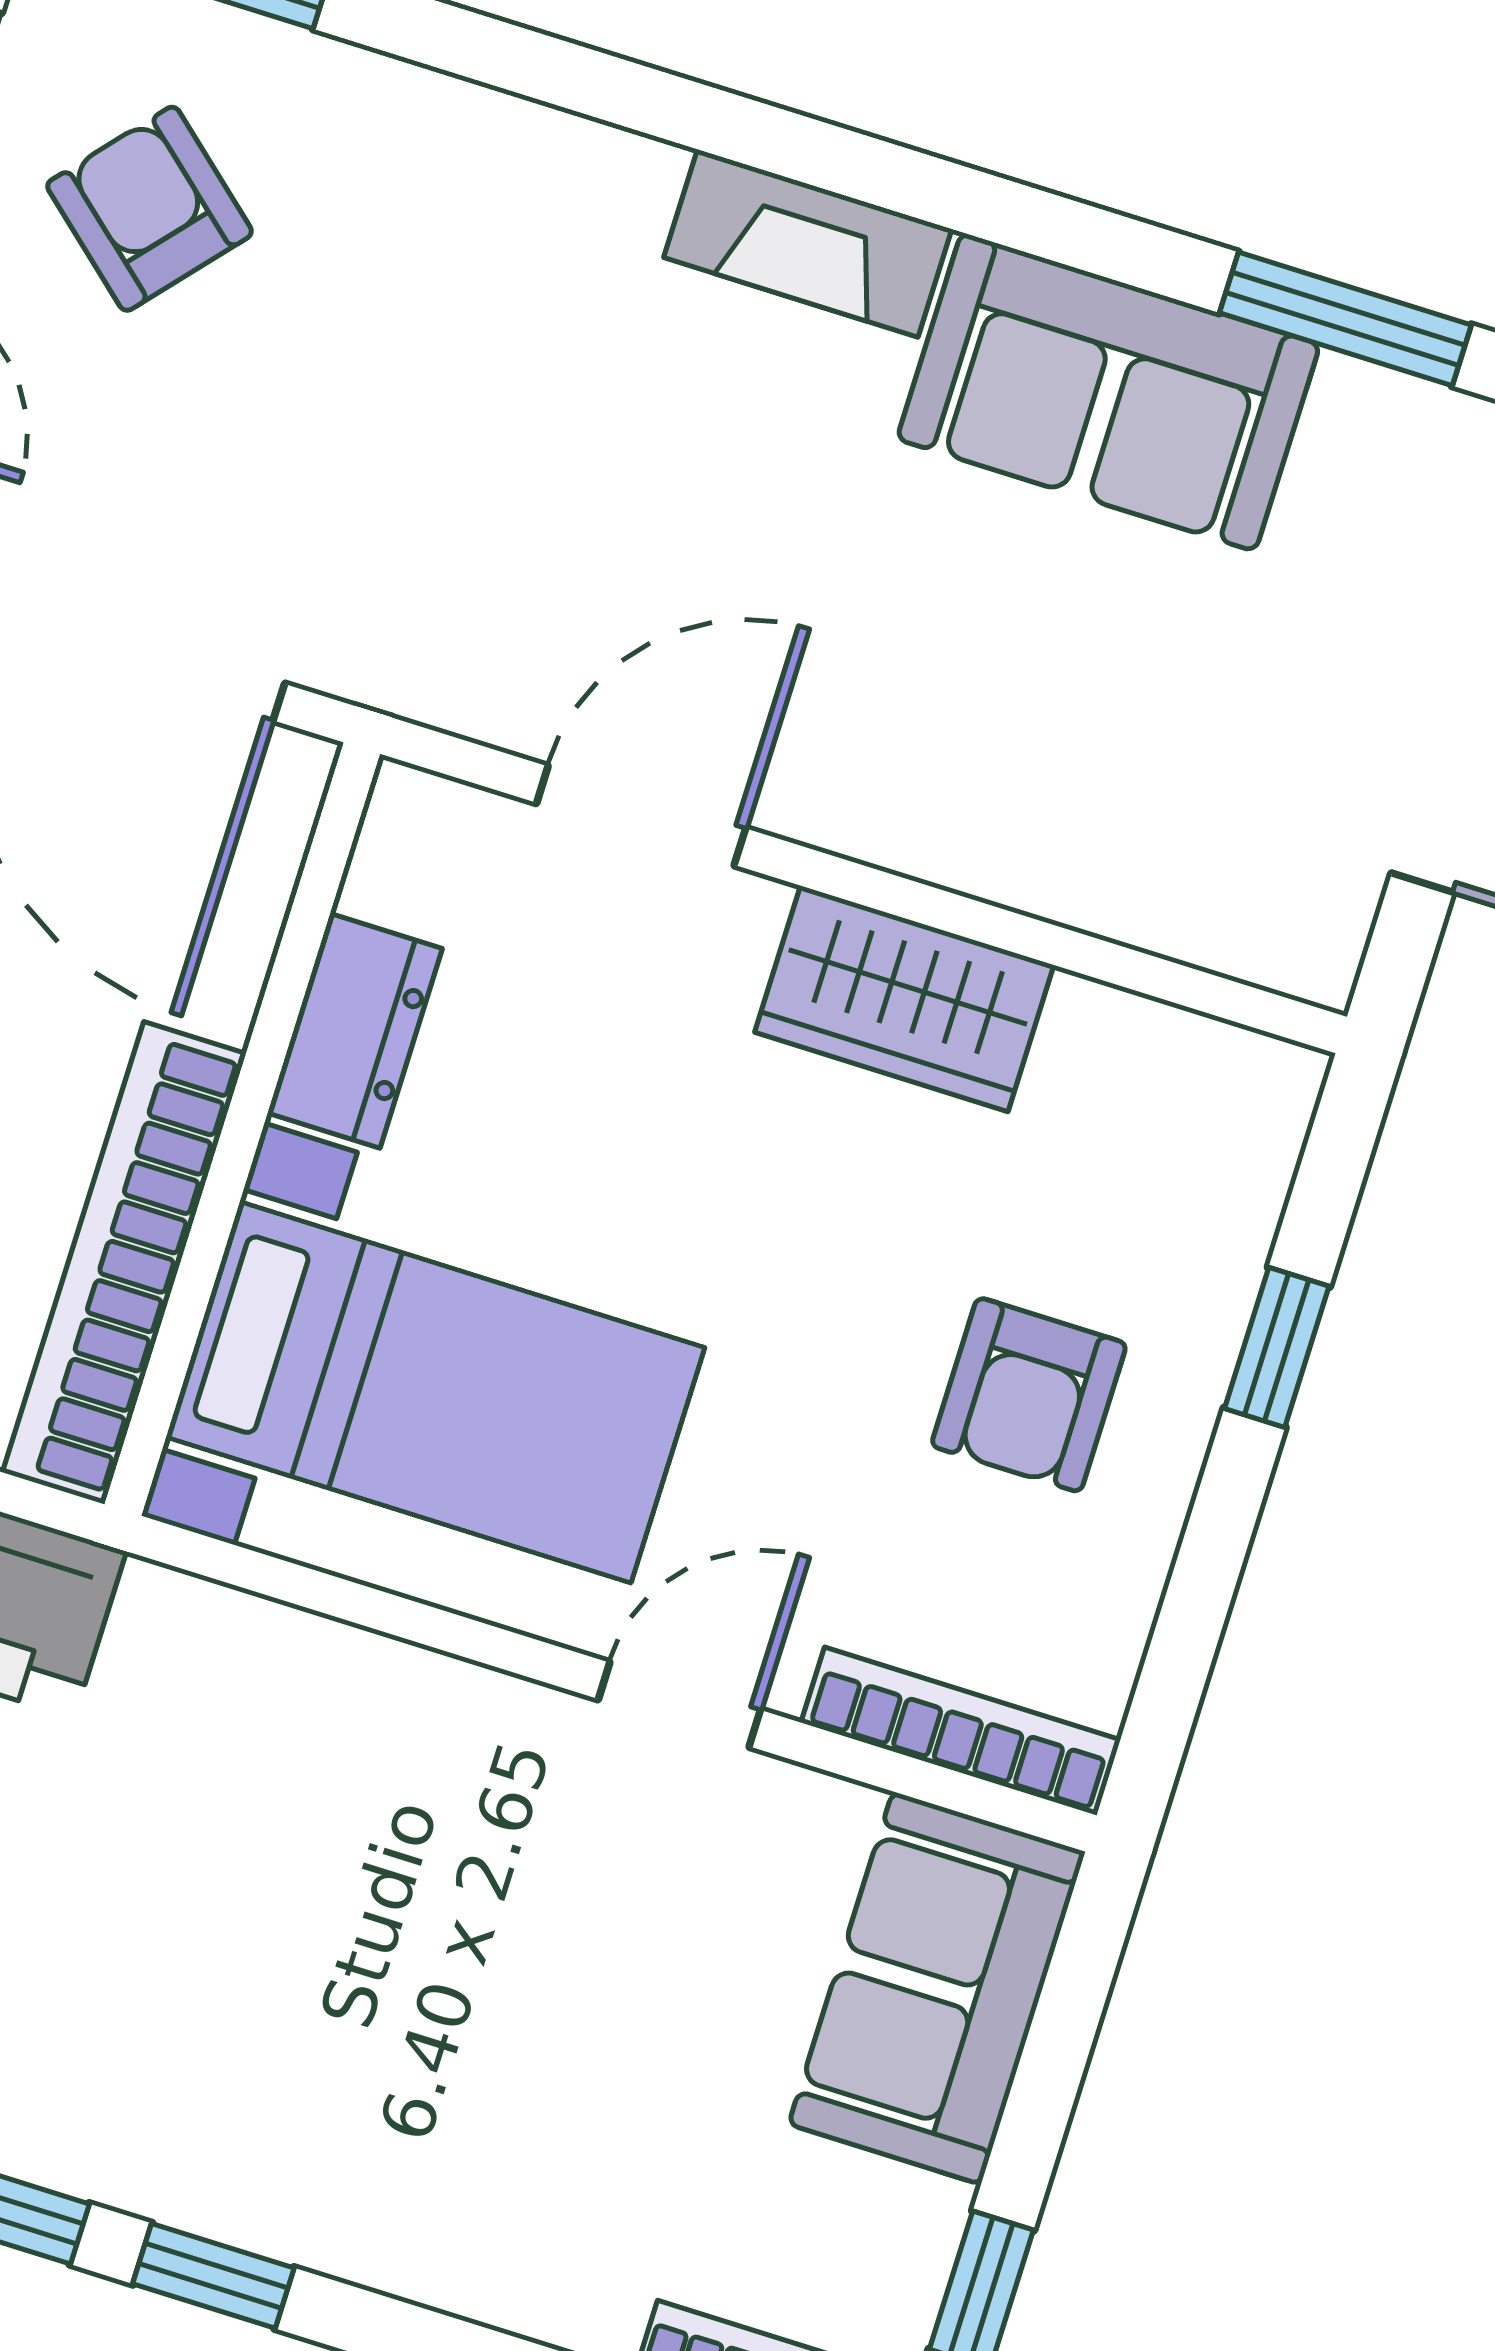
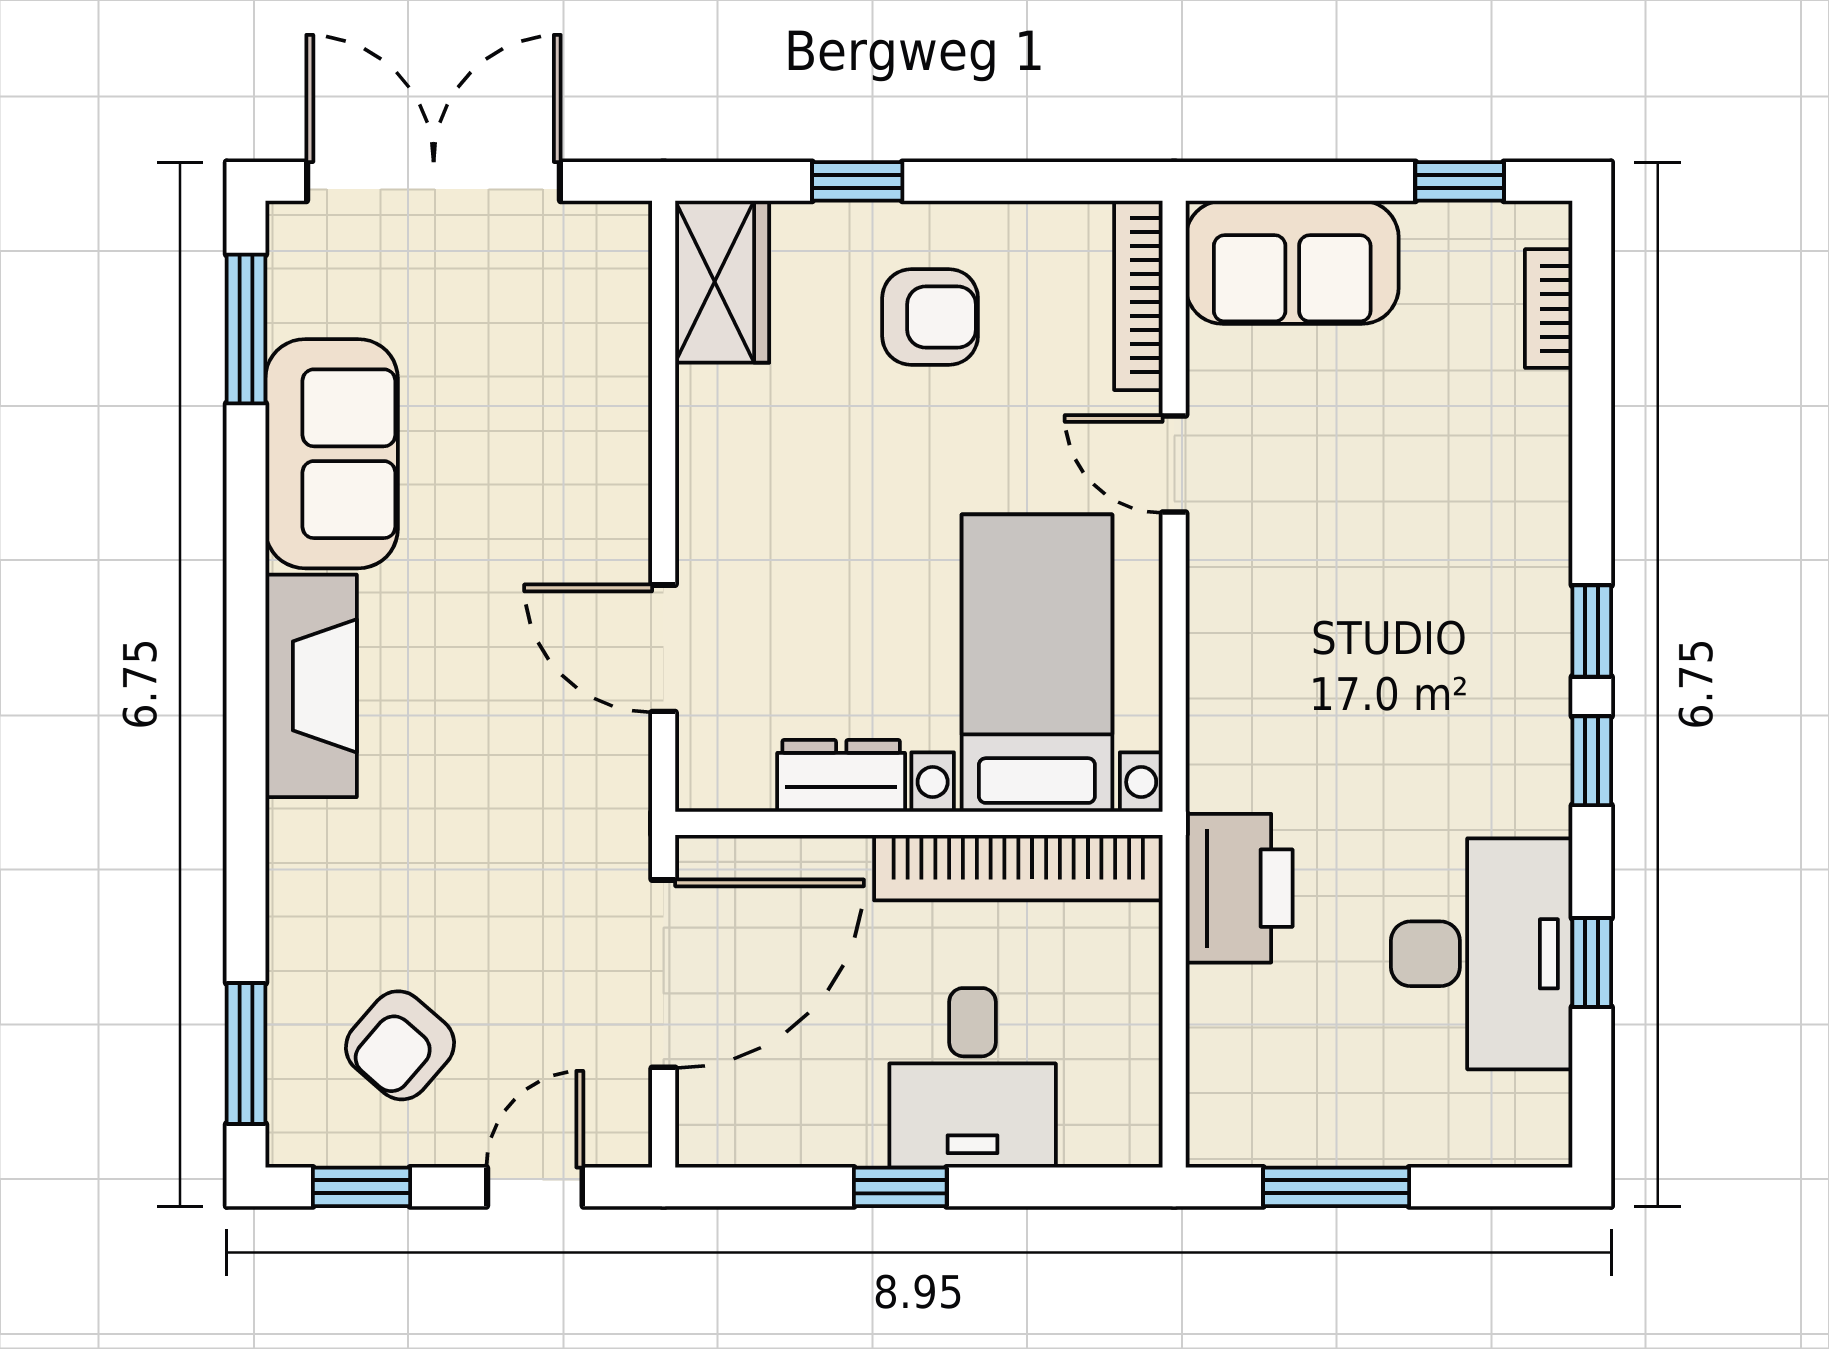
fireplace: (808, 243) -> (311, 686), width x1.37, depth x1.32
wardrobe: (904, 999) -> (722, 282), moved

